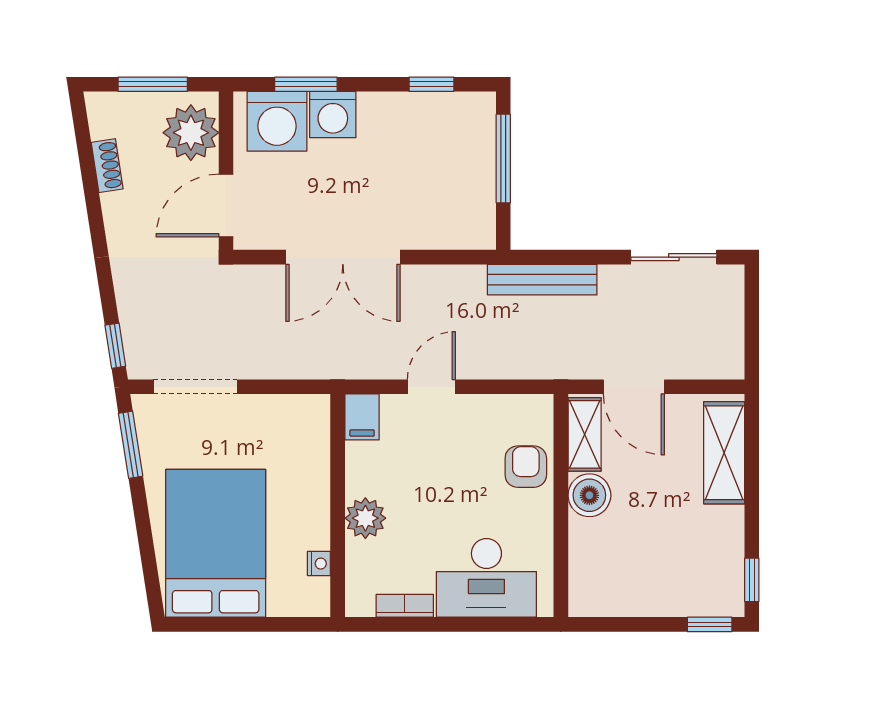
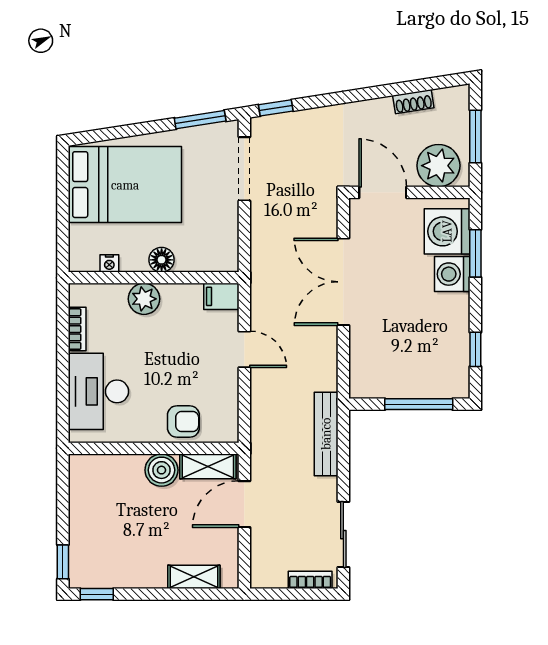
bookcase: (733, 301) -> (310, 580), added
shelving: (724, 453) -> (194, 577), width x0.67, depth x0.75
floor lamp: (314, 495) -> (162, 260), added

